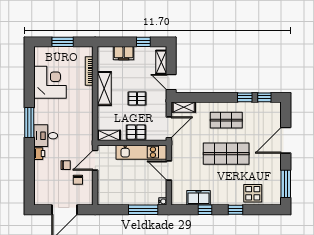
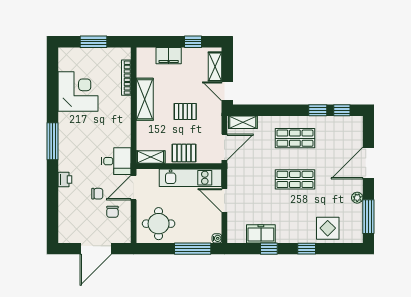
desk: (46, 136) -> (116, 161), moved, turned 180
shop shelf: (226, 154) -> (295, 179), width x0.70, depth x0.74
plant: (277, 168) -> (357, 198), added
round table: (115, 189) -> (159, 224), added

